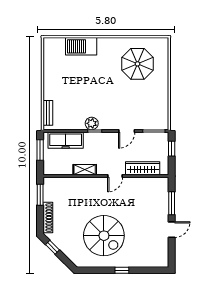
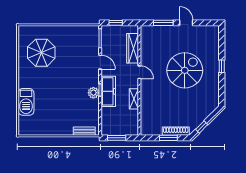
freezer: (66, 140) -> (108, 91), moved
window: (40, 195) -> (168, 138), moved
spiral stairs: (104, 236) -> (185, 70), moved

